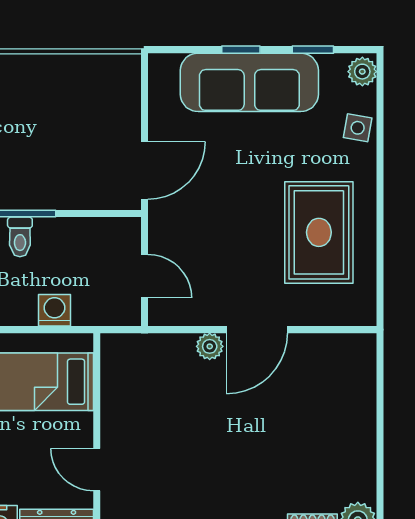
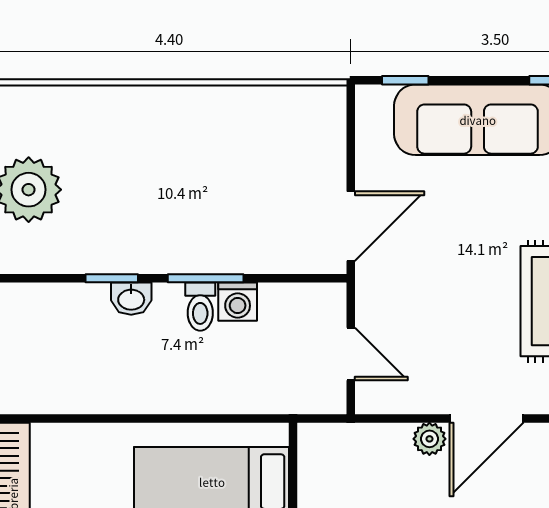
window: (241, 50) -> (405, 80), moved
washing machine: (54, 310) -> (238, 302), moved, turned 180

